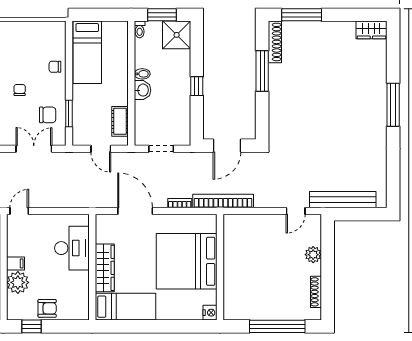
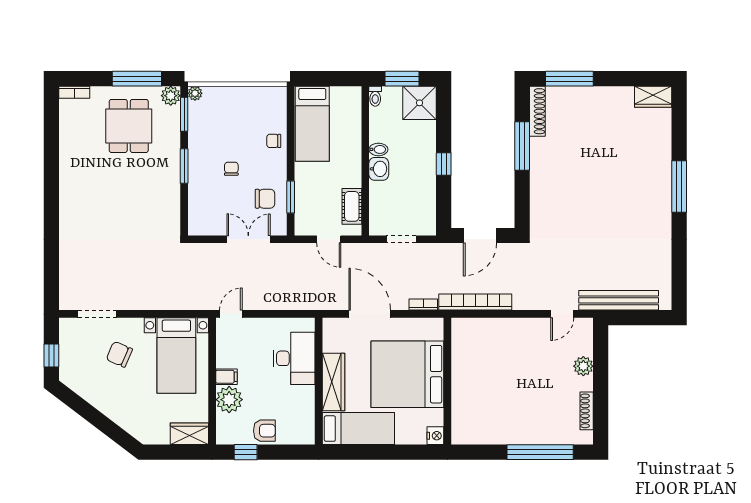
bed: (187, 261) -> (407, 374), moved
wall: (220, 267) -> (447, 381), moved
nightstand: (210, 313) -> (435, 436), moved

